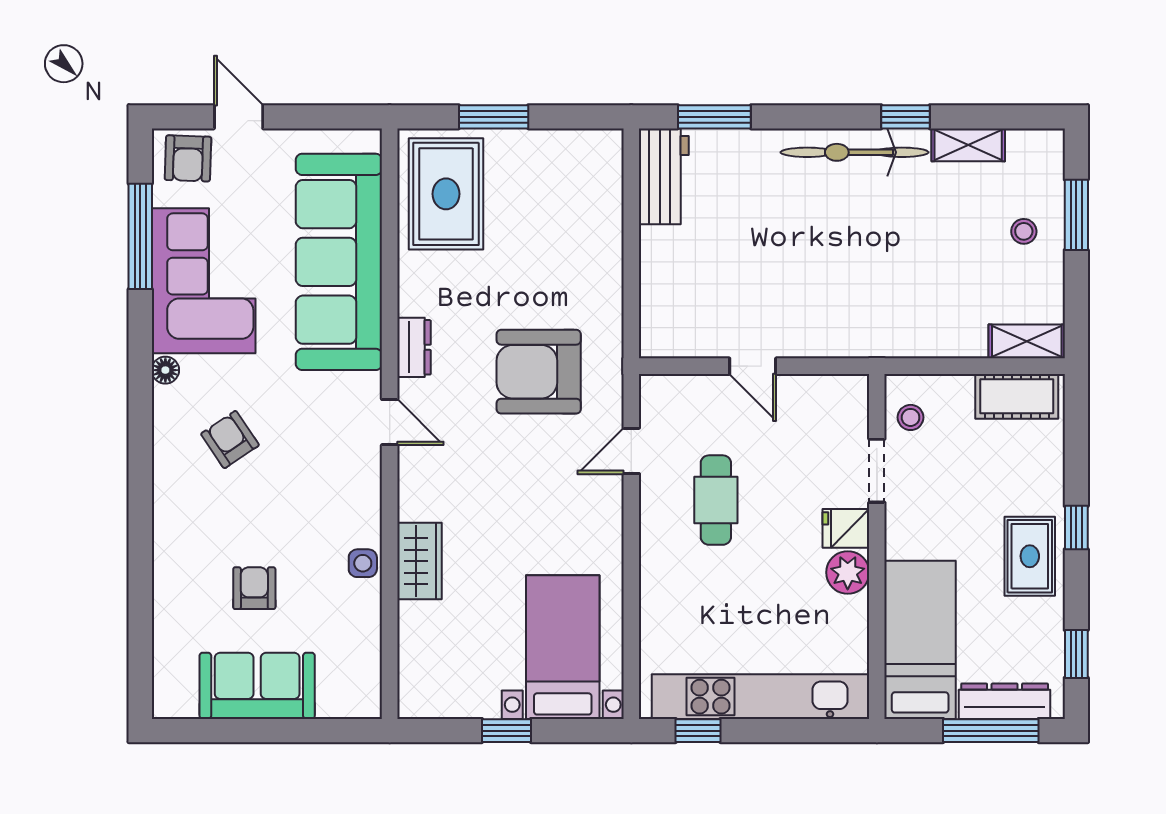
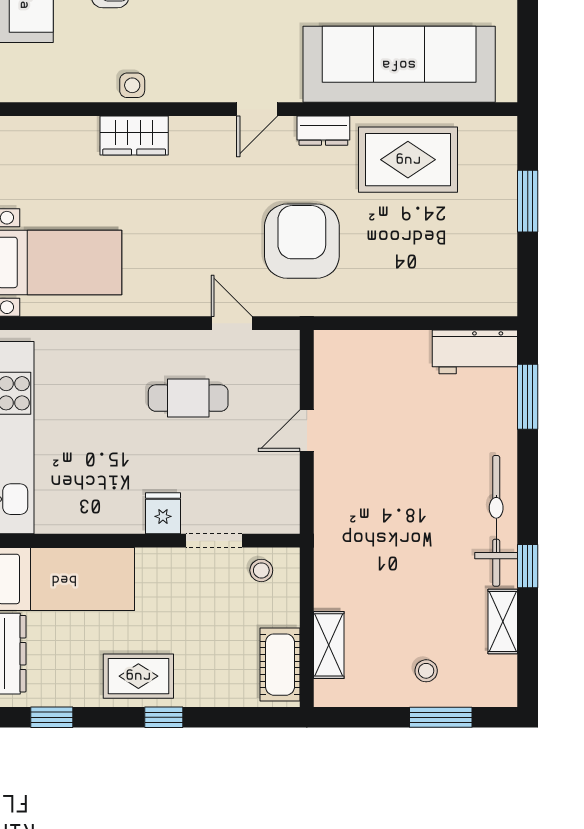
rug: (446, 194) -> (408, 160), moved
shelving: (1027, 341) -> (329, 645), moved
plant: (848, 572) -> (124, 515), removed

